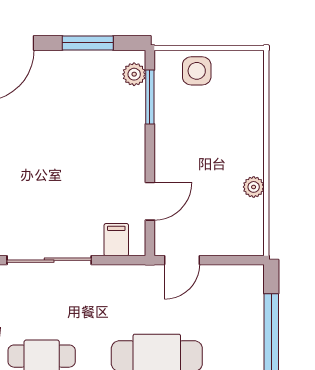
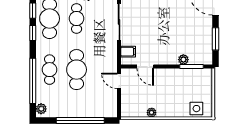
side table: (197, 71) -> (196, 109), moved
plant: (134, 74) -> (183, 60), moved

